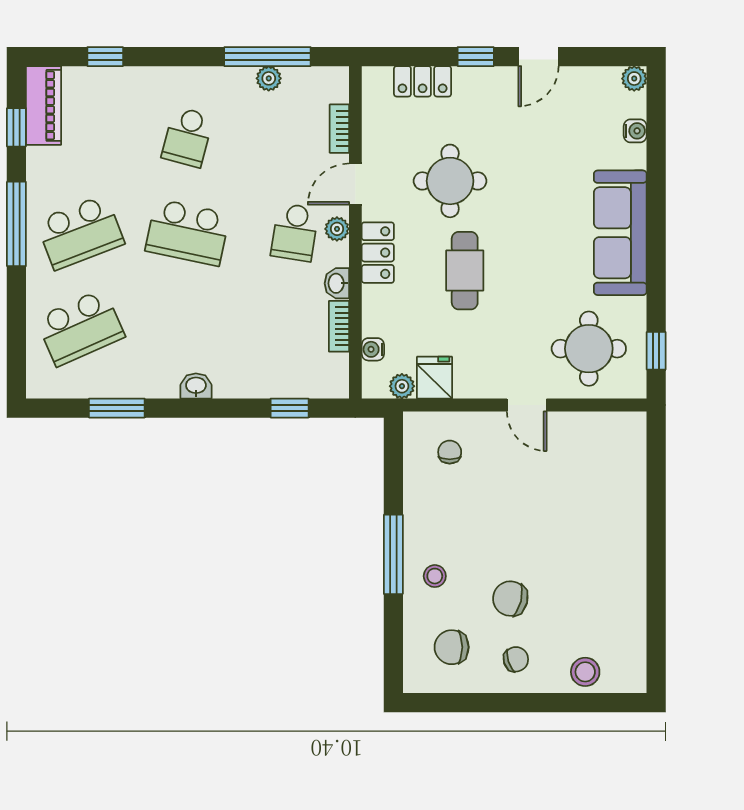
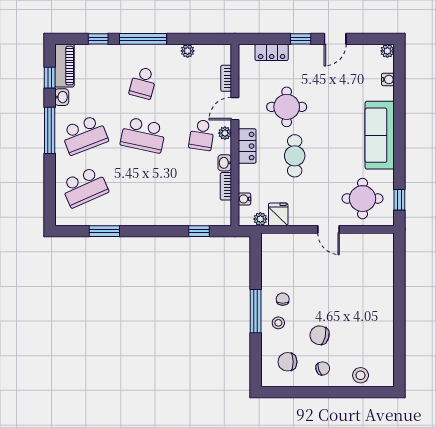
window: (267, 57) -> (143, 39), moved
washbasin: (196, 386) -> (62, 97), moved, turned 90
chair: (450, 452) -> (283, 299), moved

